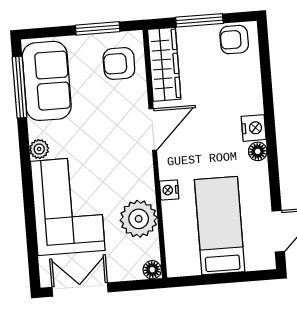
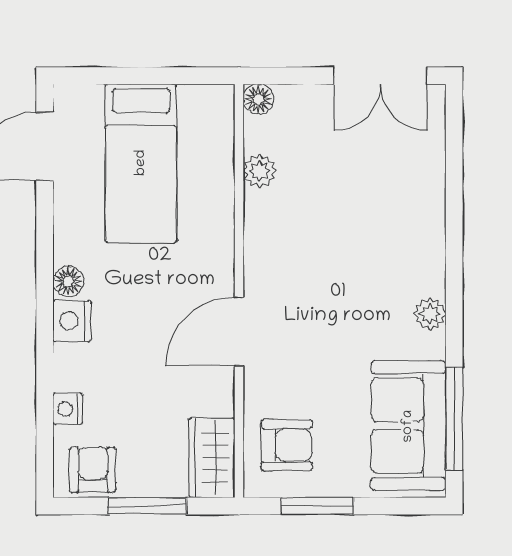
armchair: (234, 40) -> (93, 470), turned -90
wardrobe: (164, 64) -> (212, 458), width x0.67
nightstand: (169, 190) -> (68, 409), moved, turned 180
corner sofa: (68, 206) -> (390, 216), removed
plant: (139, 219) -> (260, 171), width x0.53, depth x0.53

